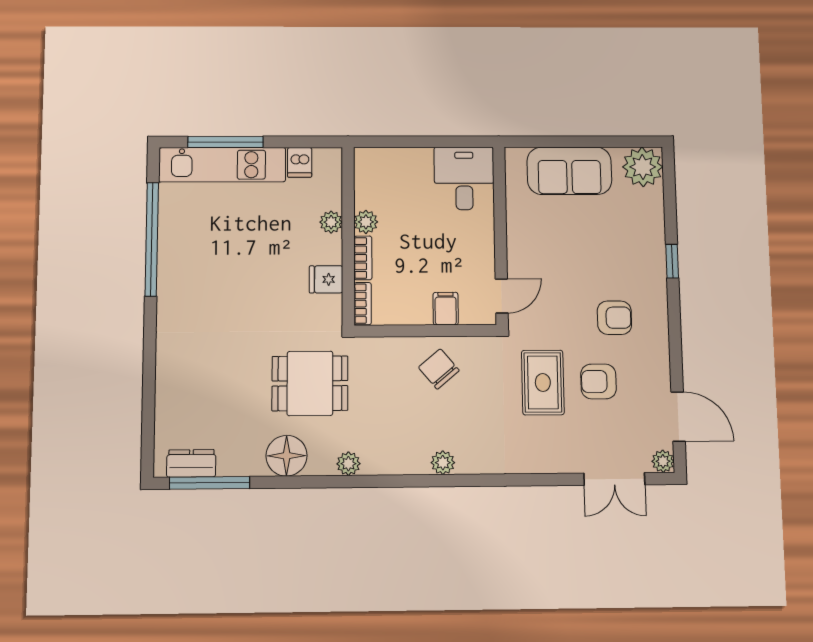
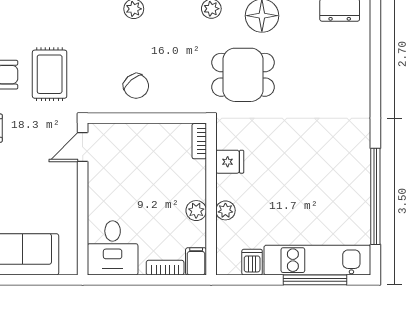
bookcase: (363, 258) -> (165, 268), moved, turned 90
filing cabinet: (446, 309) -> (196, 261), moved, turned 180

